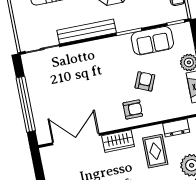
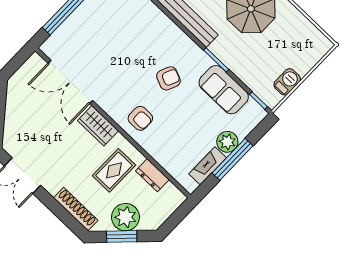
armchair: (145, 81) -> (168, 78), moved
double door: (76, 139) -> (70, 82), swing flipped

